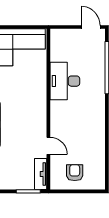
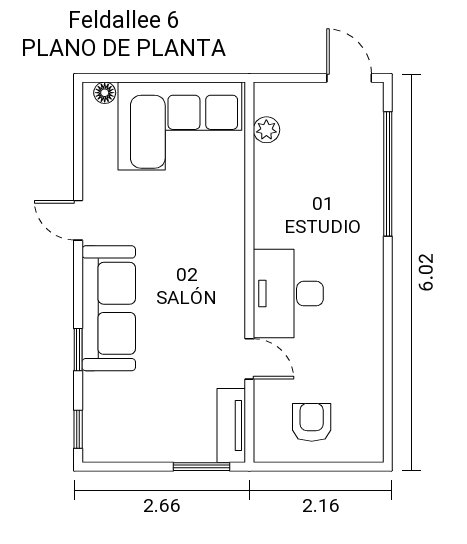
plant: (56, 49) -> (266, 130), added
desk: (65, 81) -> (288, 294), moved

